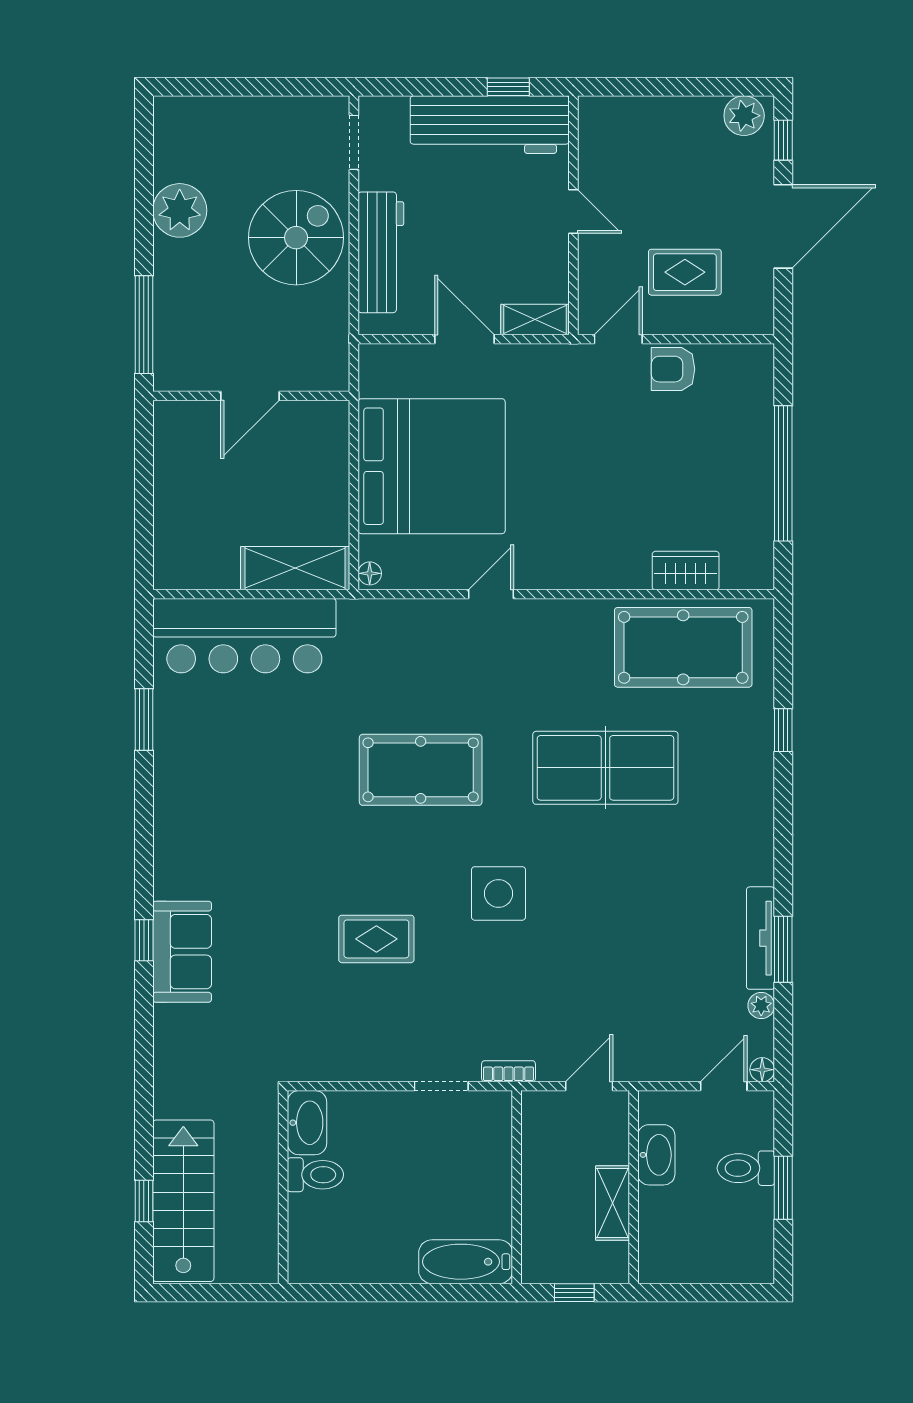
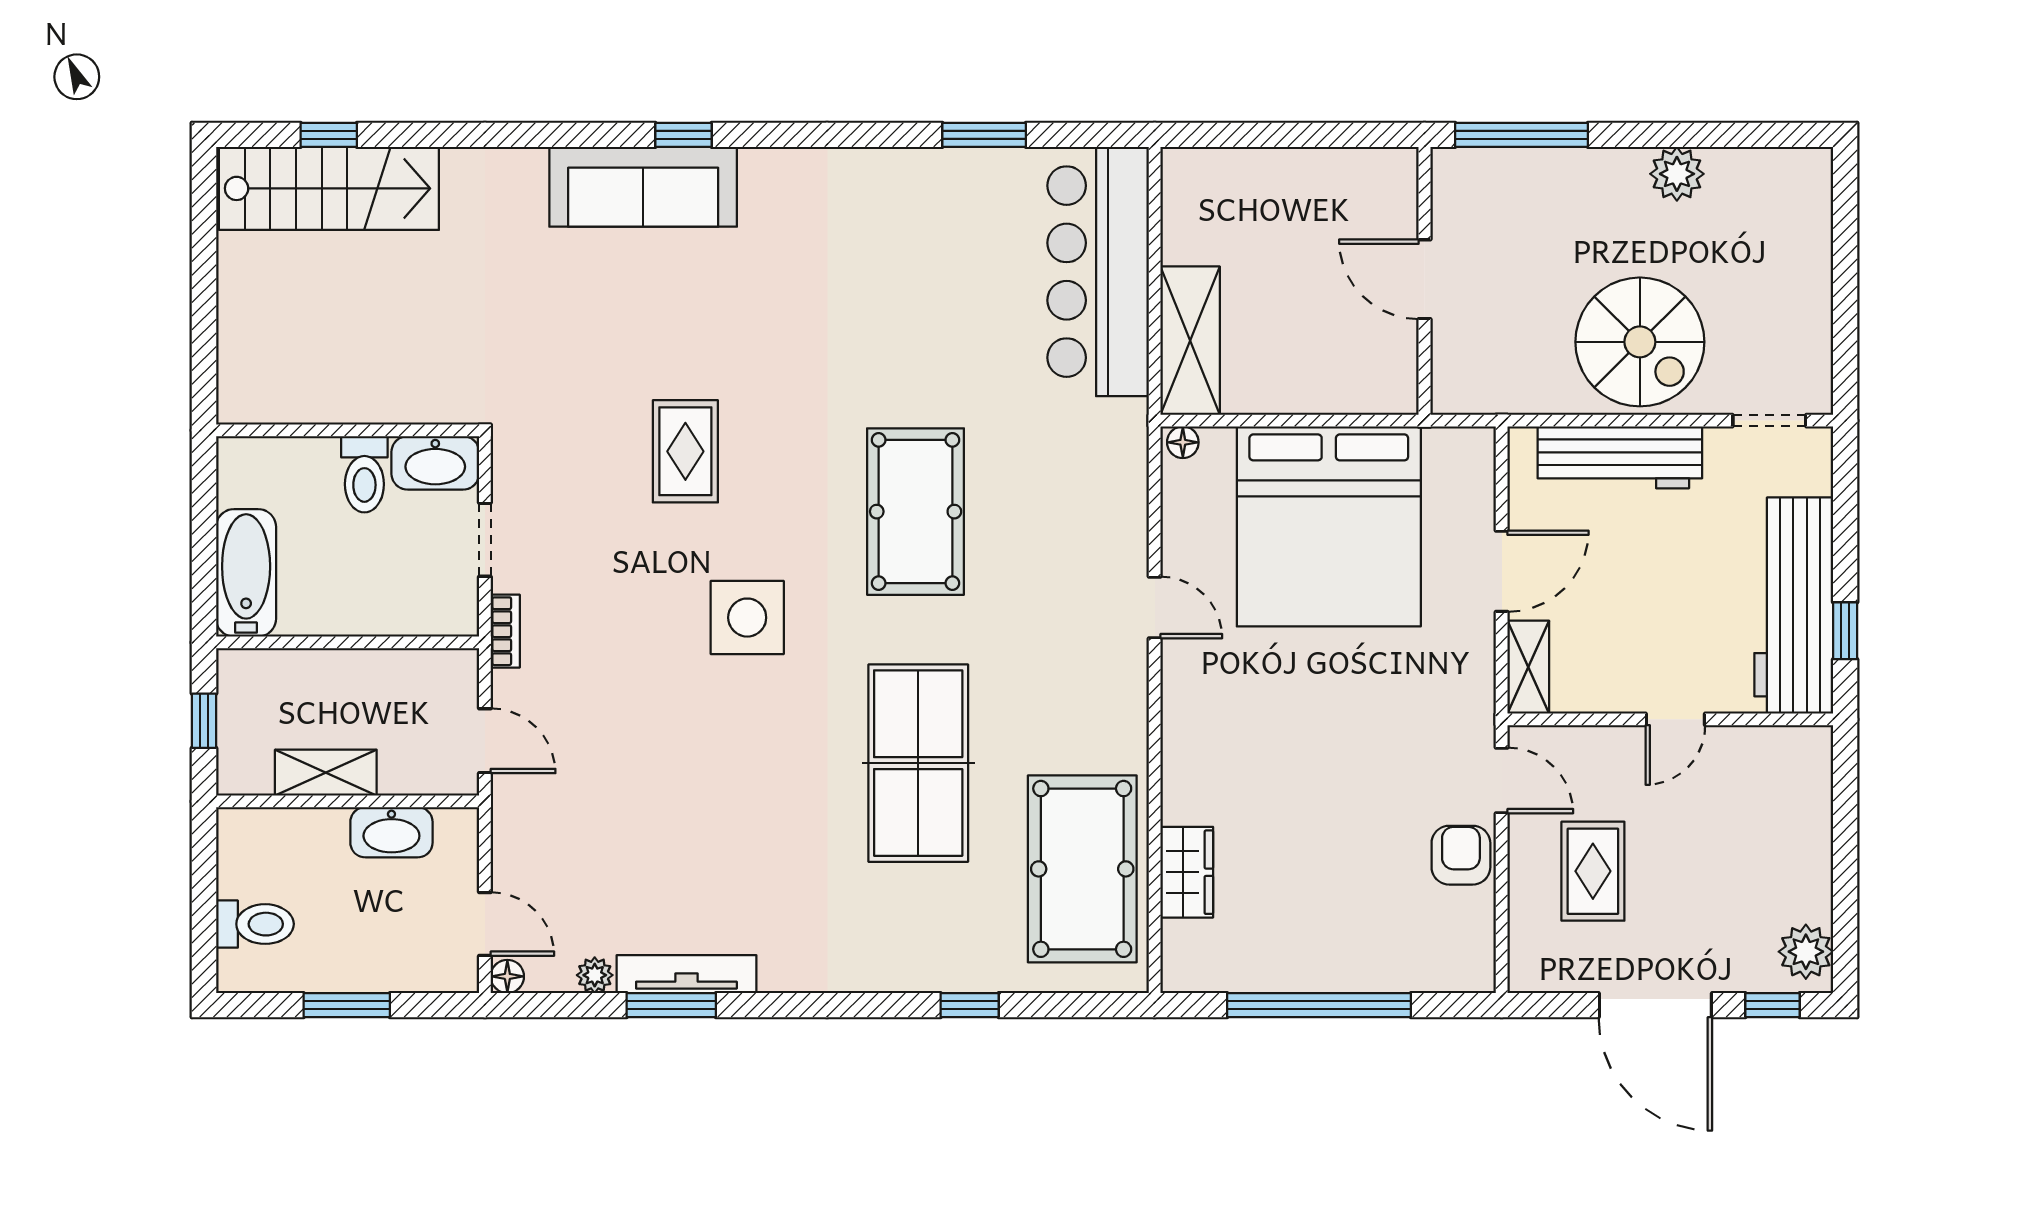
plant: (180, 210) -> (1677, 174), width x0.73, depth x0.73
sofa: (182, 952) -> (643, 187), width x1.36
washbasin: (307, 1123) -> (435, 463), moved
toilet: (746, 1168) -> (255, 924), moved, turned 90
toilet: (315, 1175) -> (364, 474), moved
wall: (283, 1187) -> (348, 430), moved

